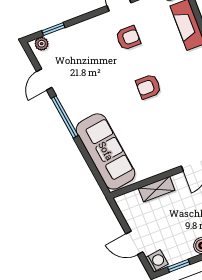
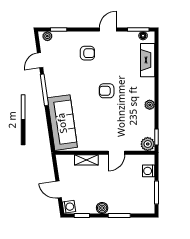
armchair: (128, 38) -> (87, 53), moved

